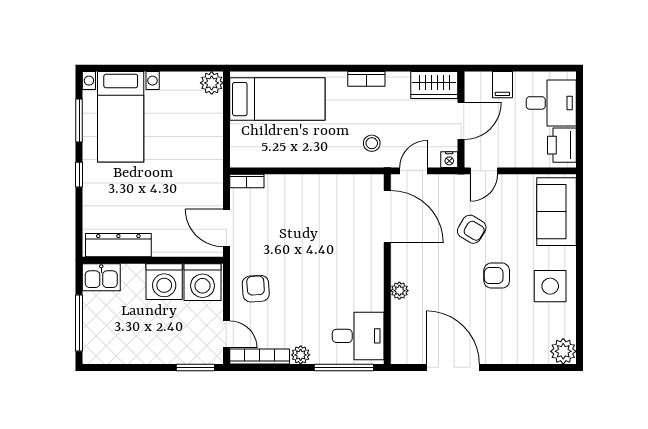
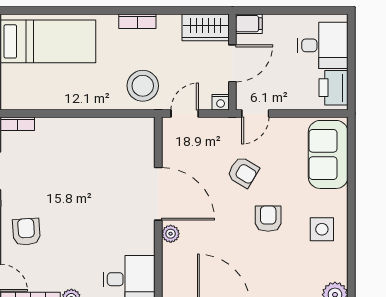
filing cabinet: (502, 85) -> (249, 24), moved, turned -90
stool: (372, 143) -> (143, 86), width x1.89, depth x1.89
door: (387, 217) -> (158, 194), moved
armchair: (497, 276) -> (268, 219), turned 90
side table: (550, 286) -> (322, 229), width x0.73, depth x0.73

